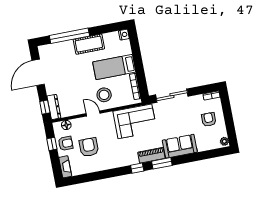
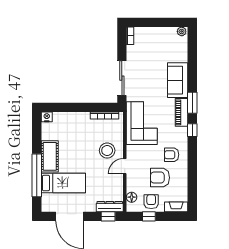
bed: (114, 67) -> (63, 183), moved, turned -90
armchair: (209, 119) -> (172, 155), moved

